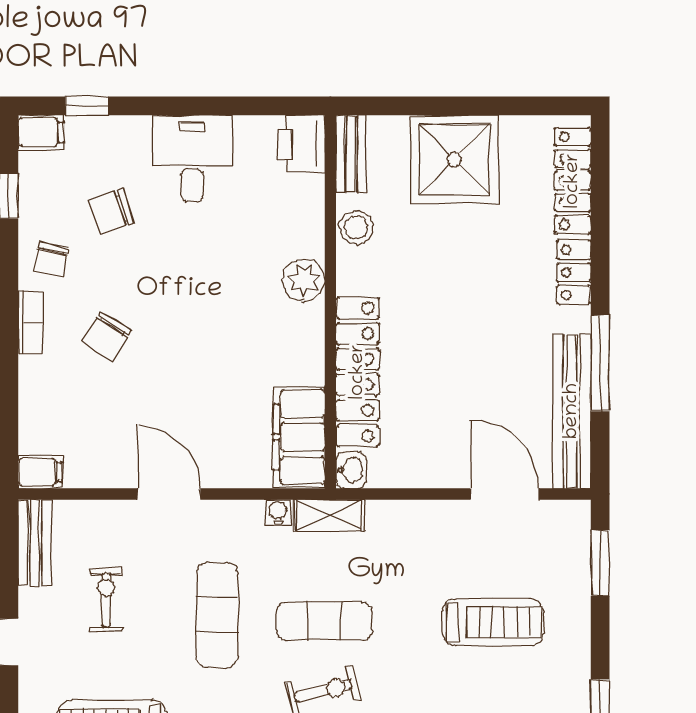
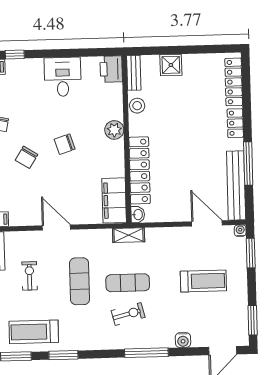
shower: (454, 159) -> (171, 65), width x0.54, depth x0.54
chair: (111, 212) -> (65, 144), moved
water cooler: (278, 512) -> (240, 231), moved

